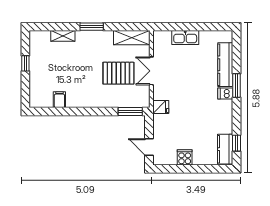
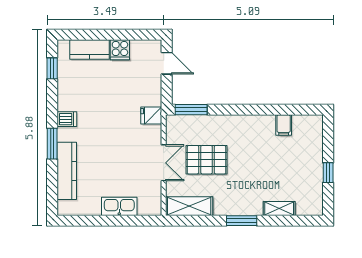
dishwasher: (225, 93) -> (67, 119), moved
kitchen counter: (225, 149) -> (89, 49), moved, turned 90

